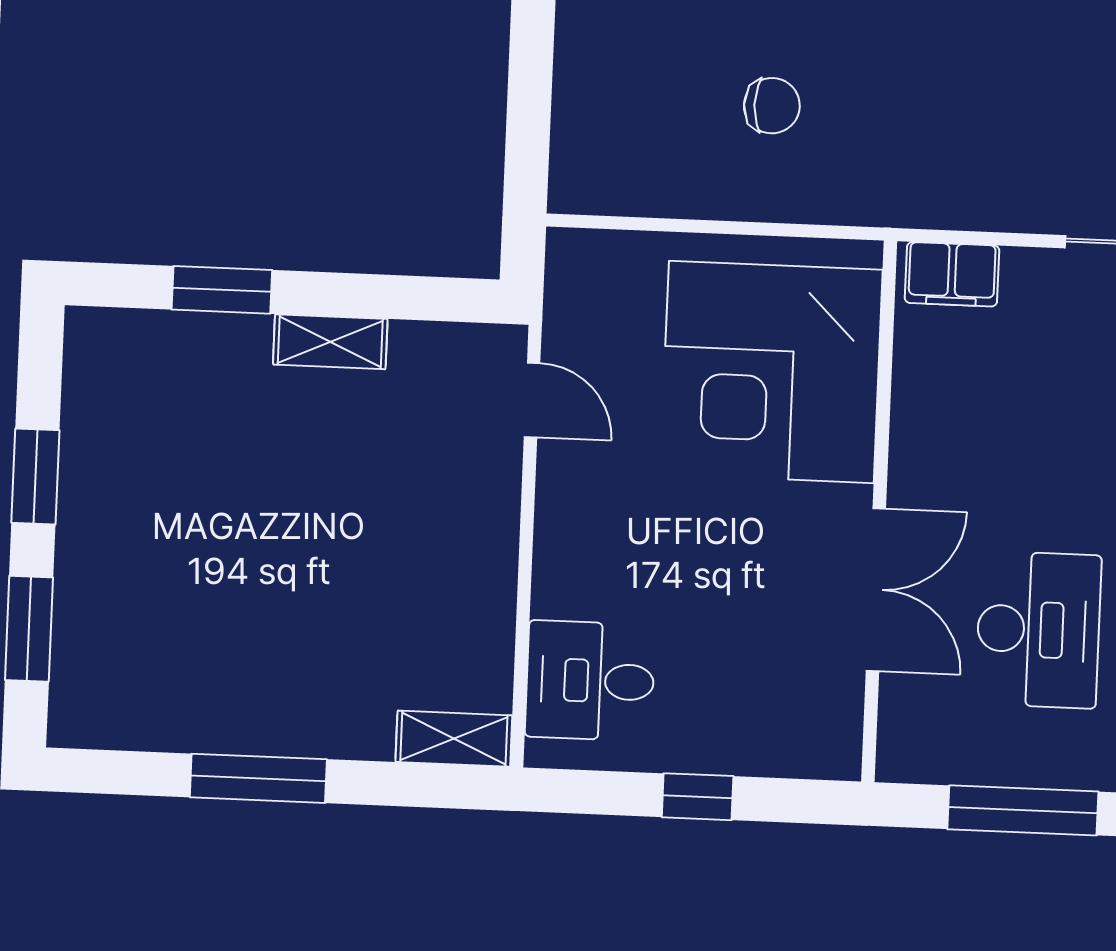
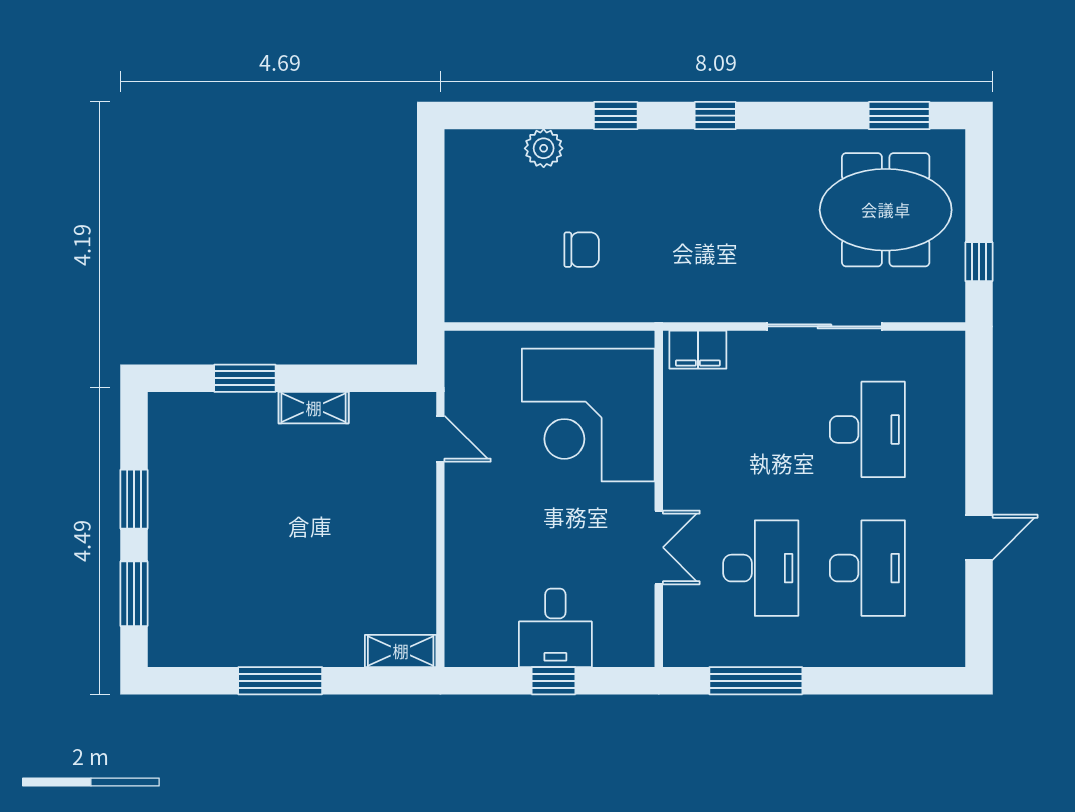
double door: (876, 590) -> (659, 547), width x0.73
desk: (590, 681) -> (555, 628), moved, turned -90

